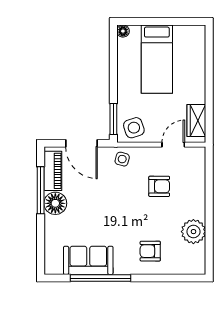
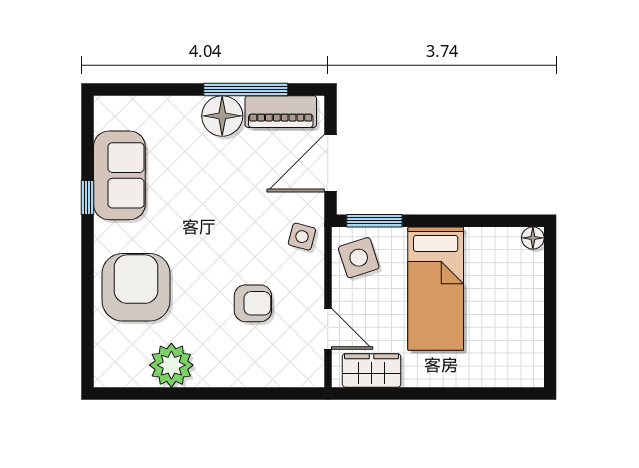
bed: (157, 59) -> (436, 289), moved, turned -90
armchair: (159, 186) -> (253, 303), turned -90
armchair: (150, 251) -> (136, 287), width x1.88, depth x1.88
window: (101, 278) -> (88, 198), width x0.32

